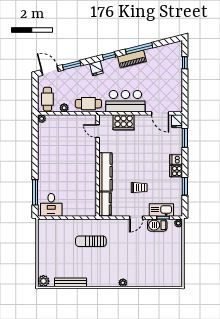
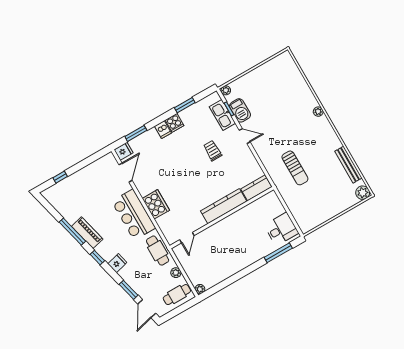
door: (98, 131) -> (187, 238), moved
wall: (98, 165) -> (222, 218), moved
kitchen counter: (105, 172) -> (224, 206), moved
kitchen counter: (105, 204) -> (256, 188), moved

